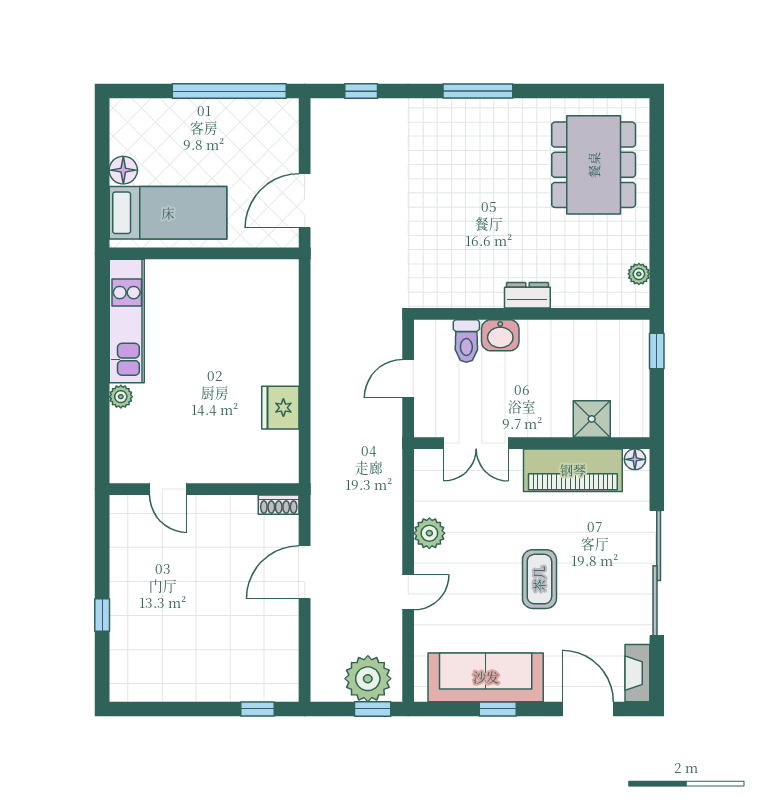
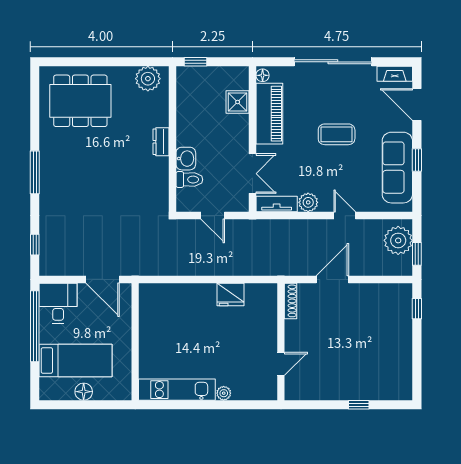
desk: (266, 129) -> (58, 303), added
bed: (168, 213) -> (76, 360), moved, turned 90
plant: (639, 274) -> (148, 79), width x1.88, depth x1.88
tv unit: (427, 482) -> (277, 204), added
shoe rack: (279, 505) -> (291, 301), width x1.43
door: (305, 572) -> (332, 279), swing flipped
window: (373, 709) -> (417, 254), moved
door: (588, 709) -> (417, 104), hinge flipped

